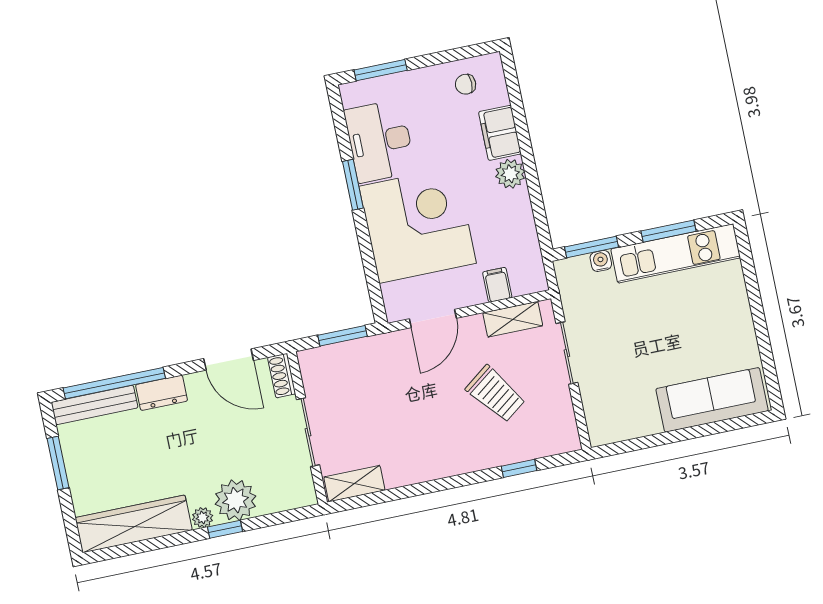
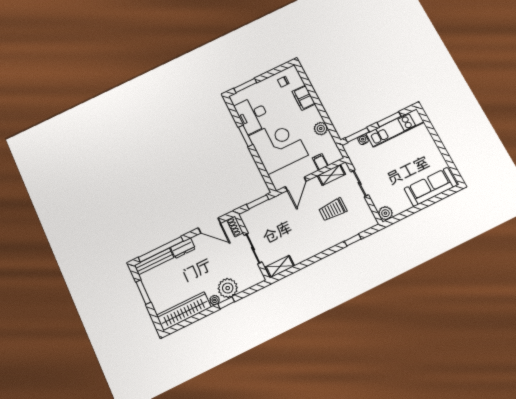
plant: (510, 174) -> (321, 129), moved
trolley: (496, 394) -> (333, 210), turned 127
plant: (602, 430) -> (385, 213), added

